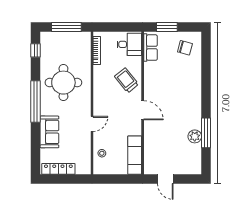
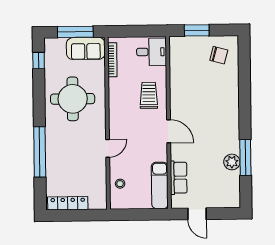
row of seats: (150, 48) -> (179, 178), moved
trolley: (127, 80) -> (149, 95), turned 39
window: (36, 102) -> (40, 152), moved
sofa: (49, 132) -> (86, 48), moved, turned 90

